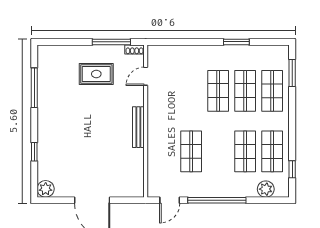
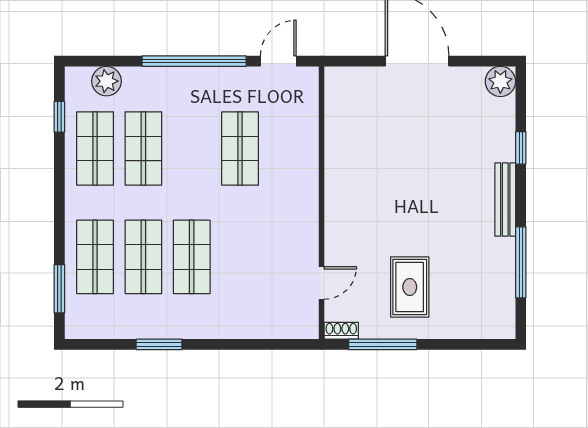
rug: (96, 74) -> (410, 287), turned 90
bench: (138, 127) -> (505, 200), moved

